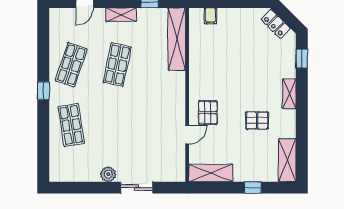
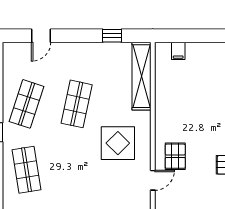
shelving: (121, 15) -> (81, 50), removed
display table: (155, 101) -> (118, 143), added

